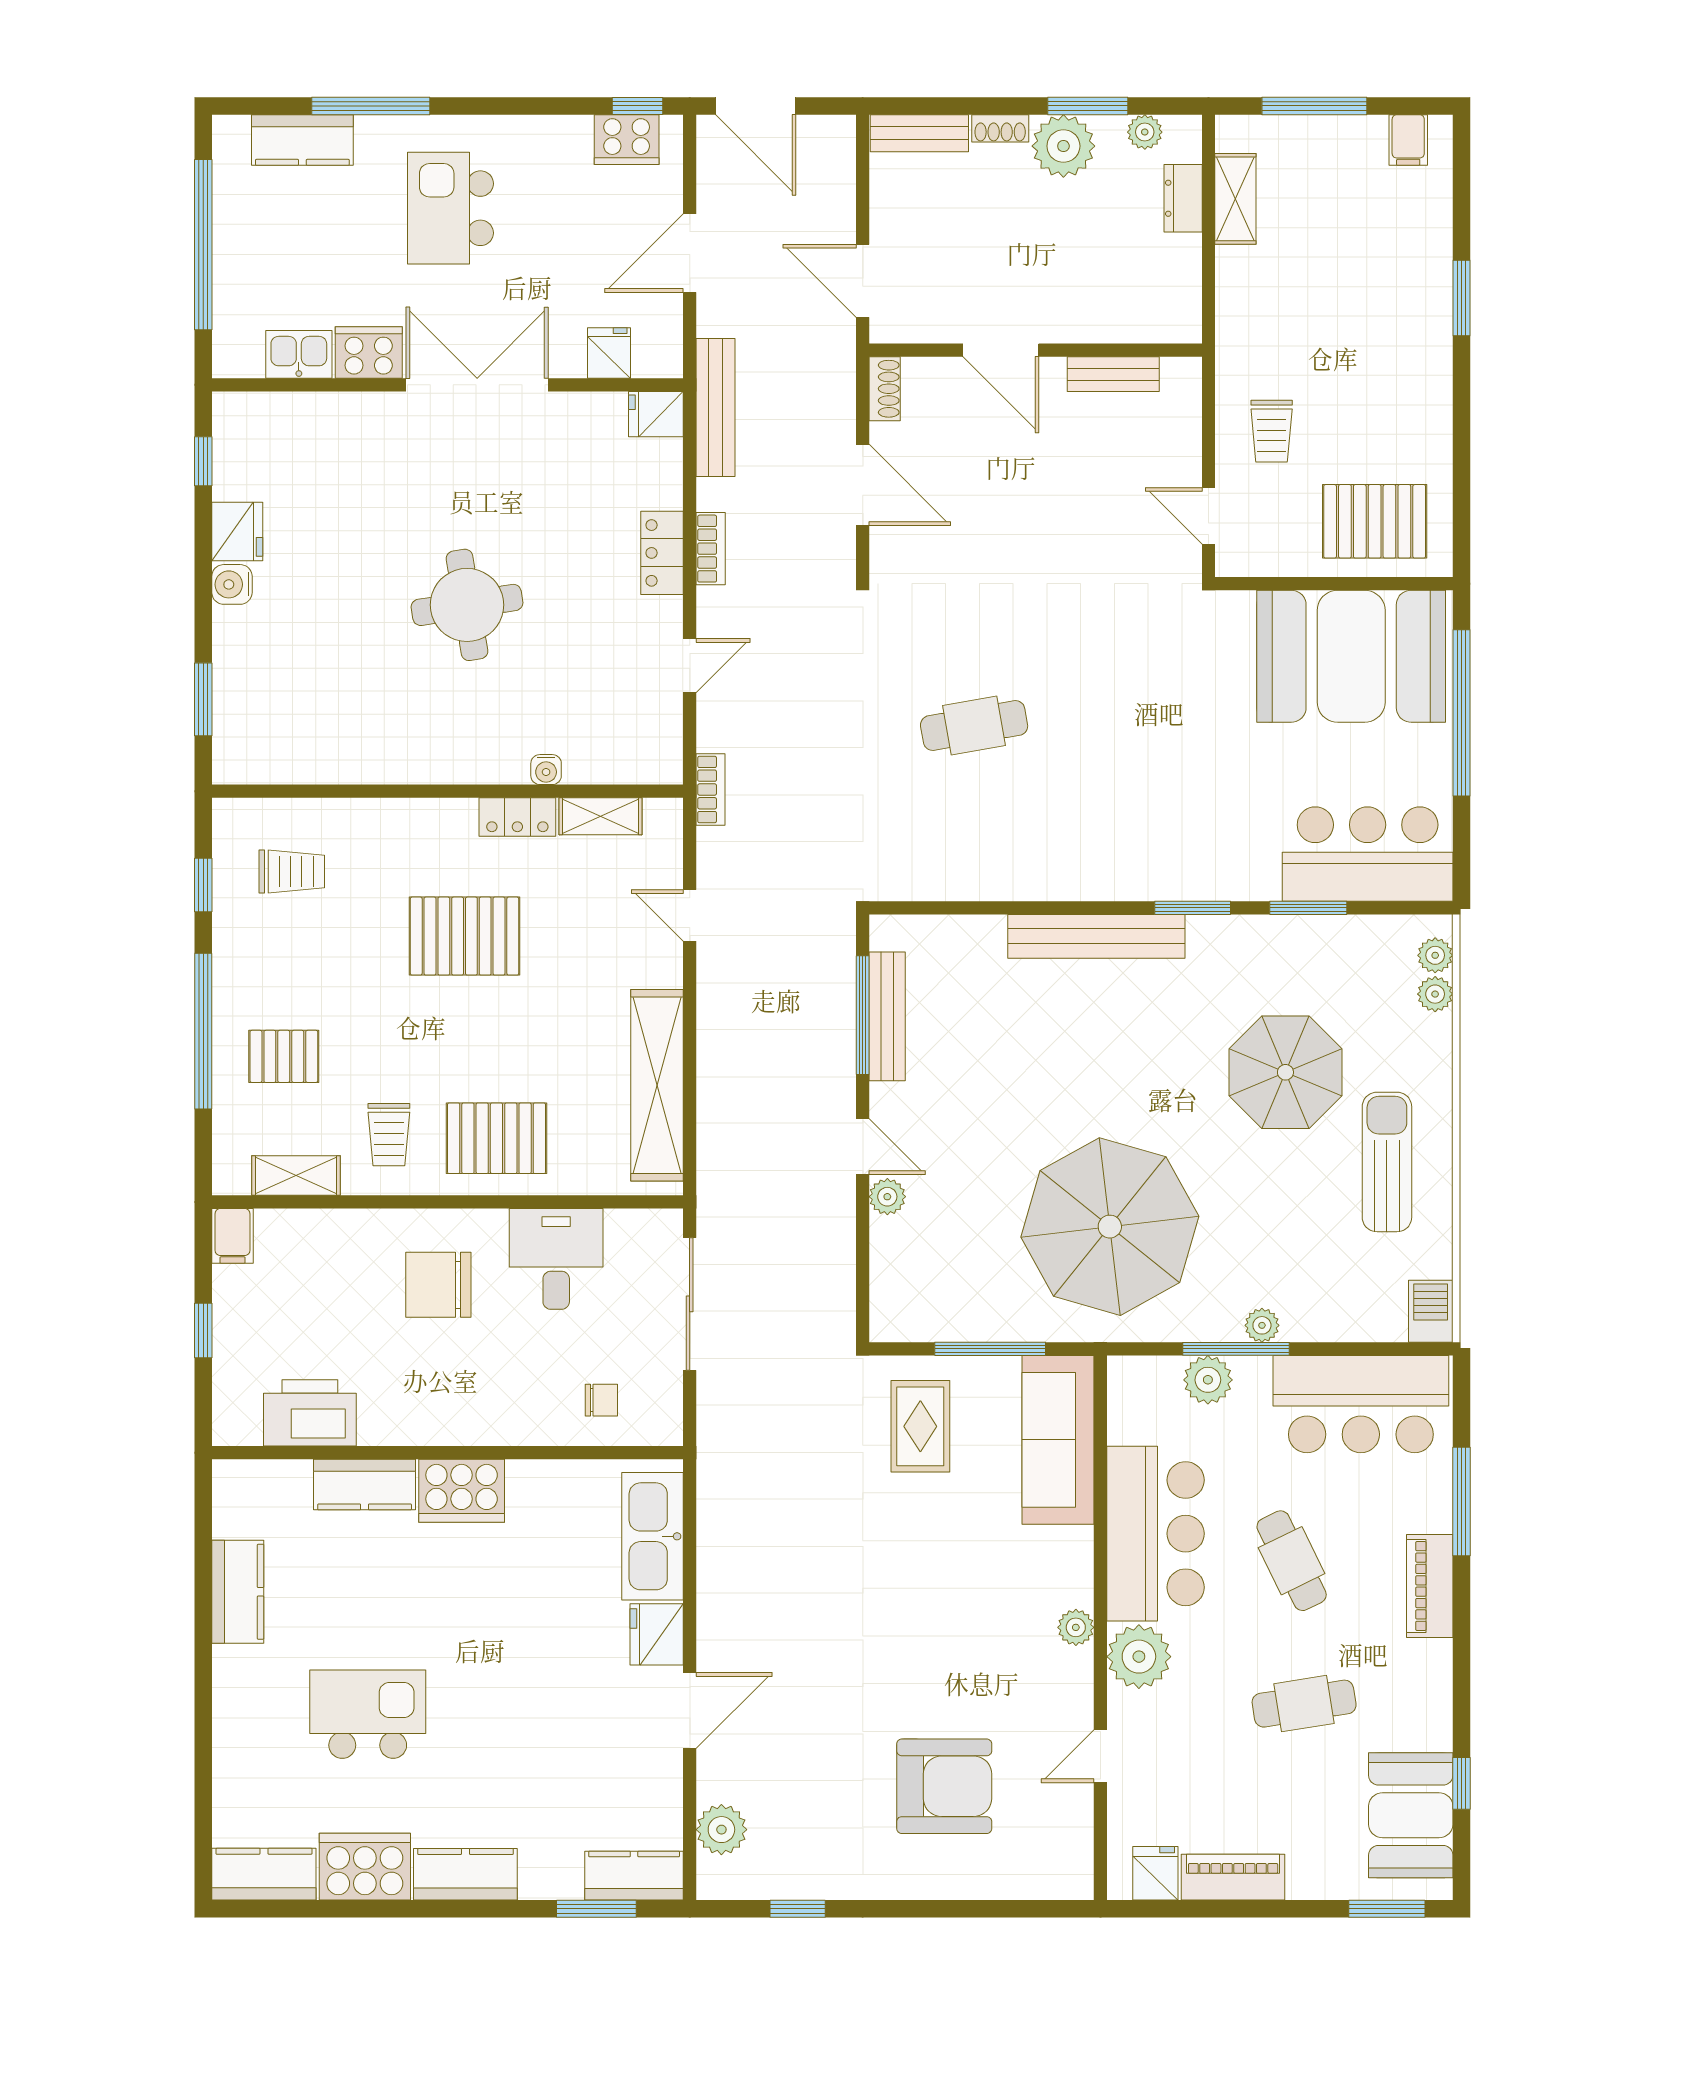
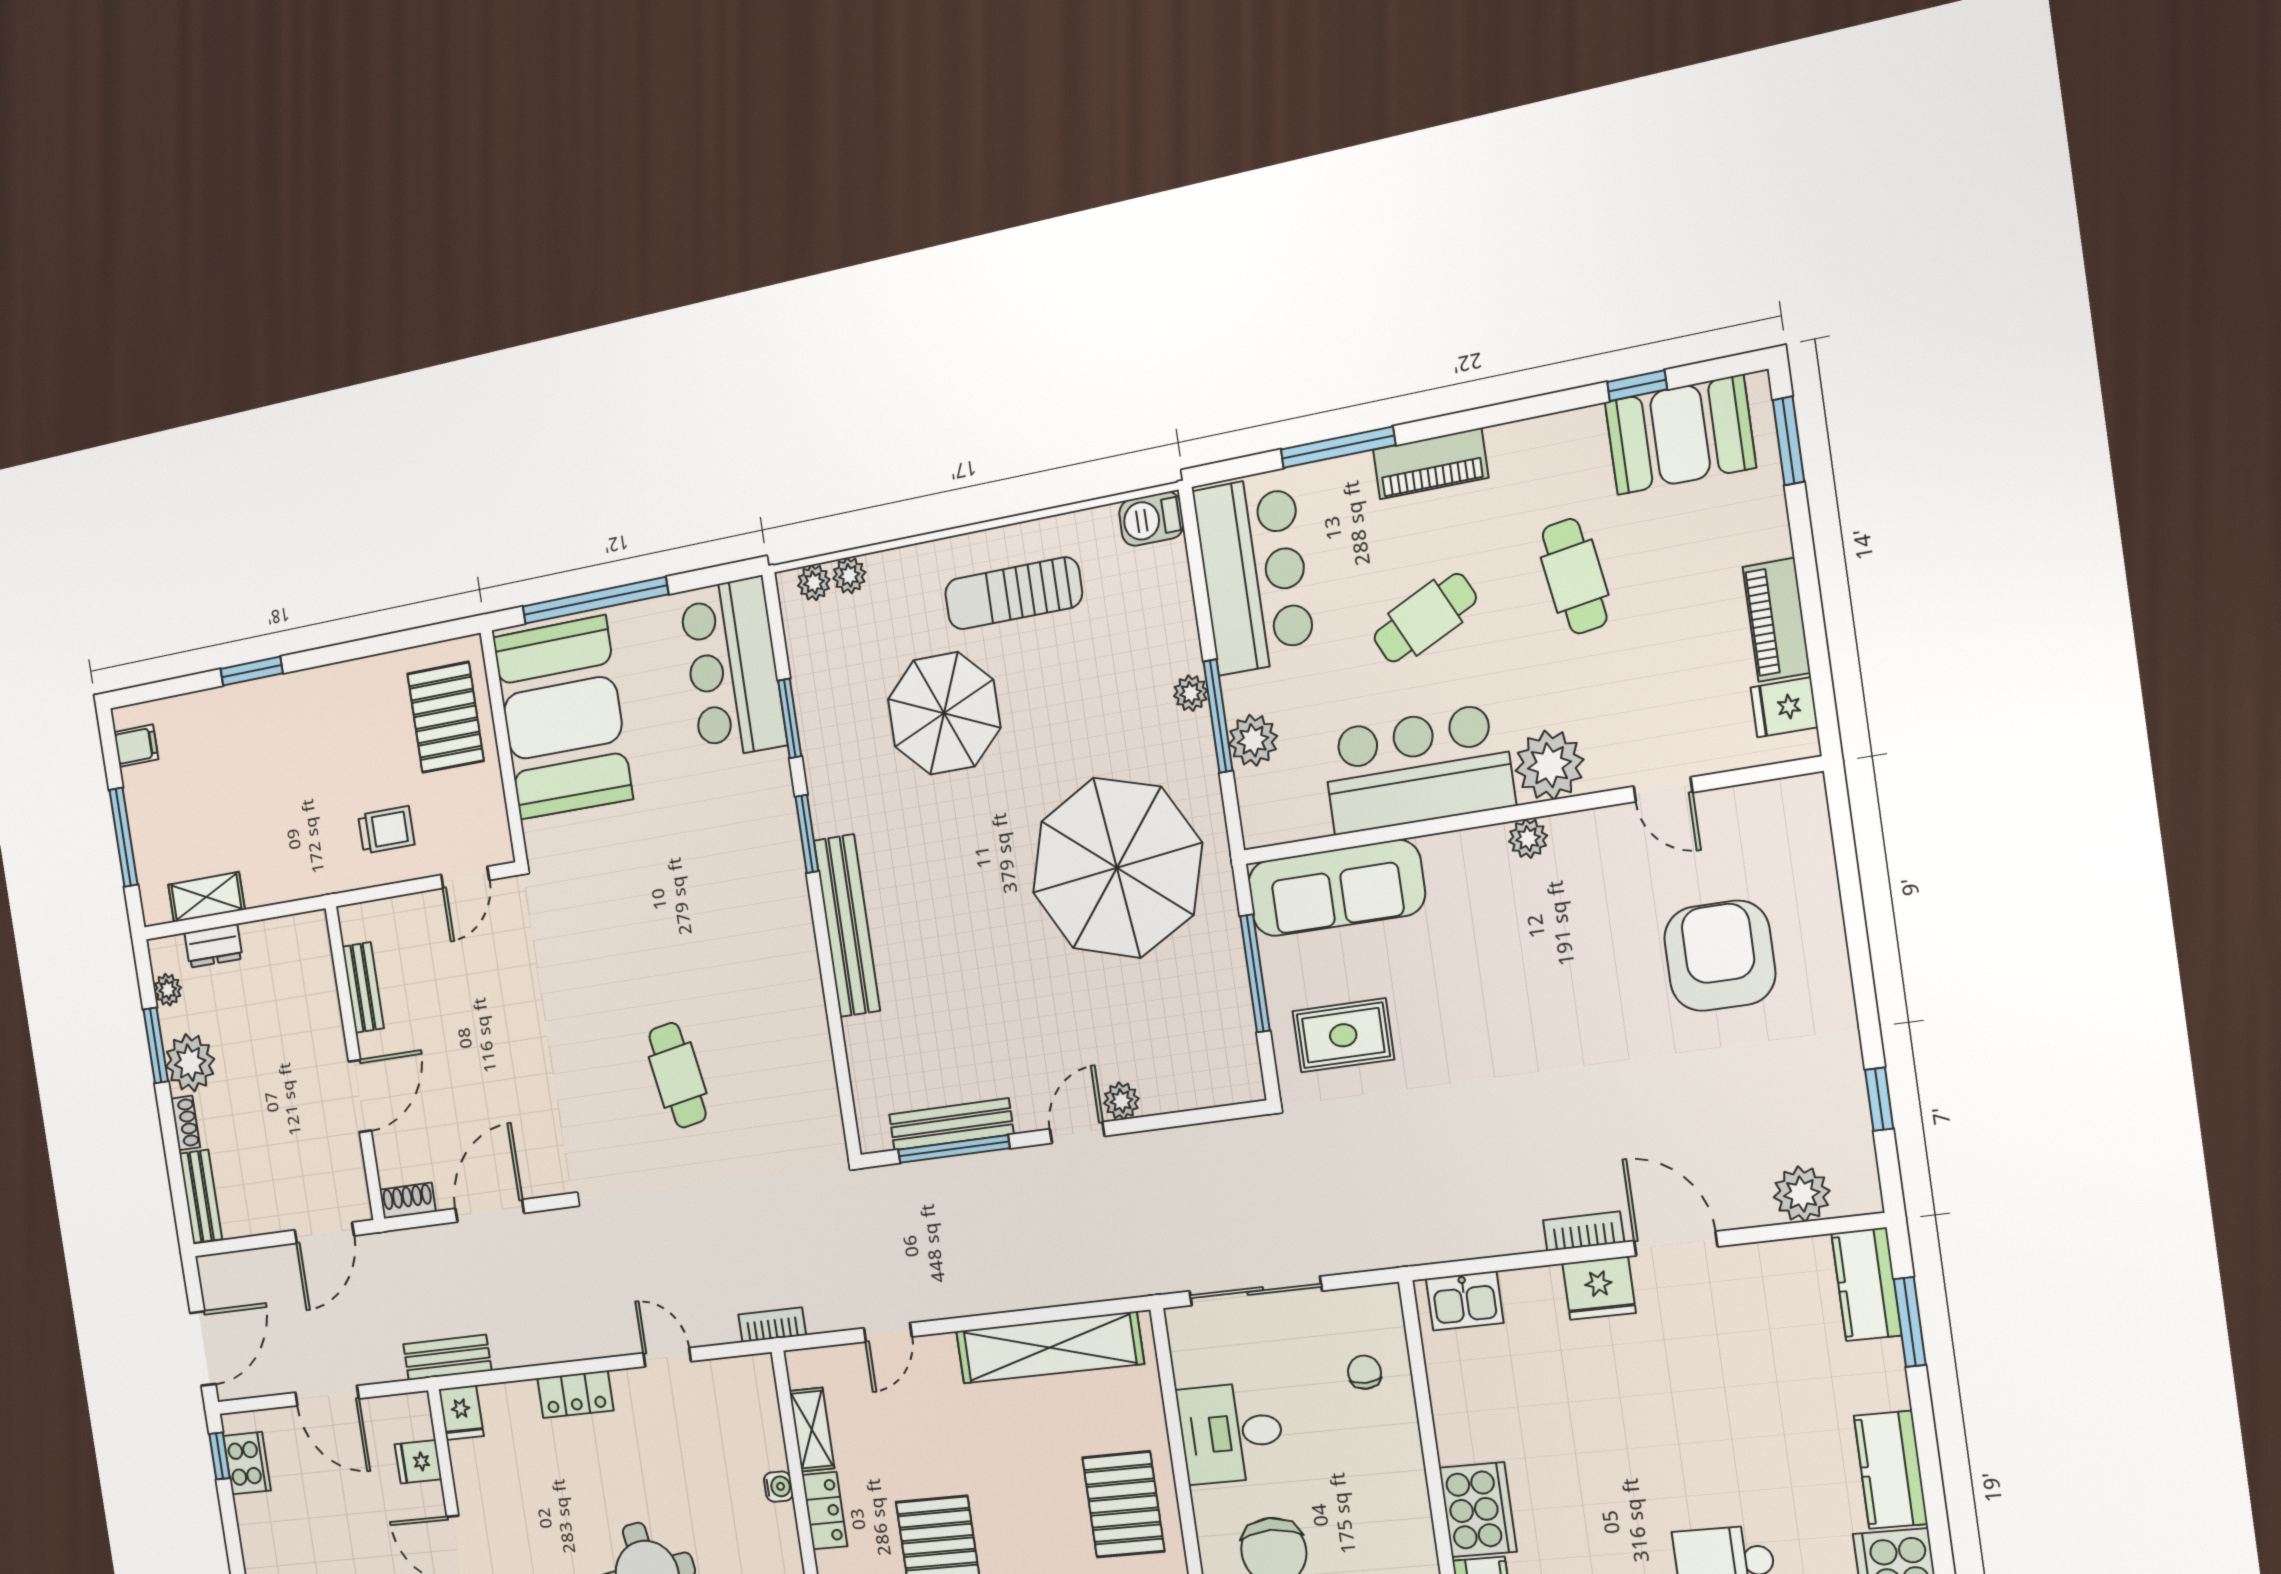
bench: (716, 408) -> (447, 1357), width x0.73
bookcase: (711, 549) -> (1584, 1231), moved
kitchen sink: (653, 1536) -> (1465, 1301), width x0.53, depth x0.81

